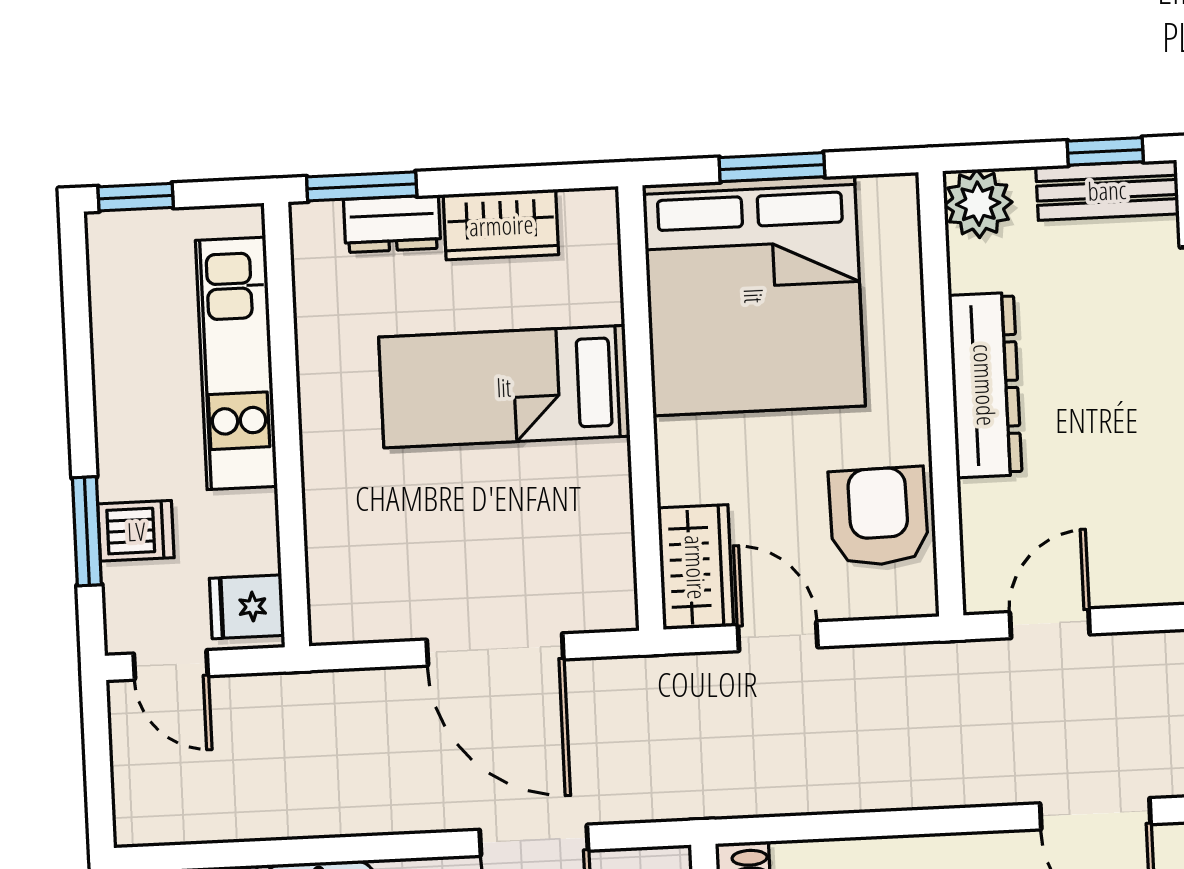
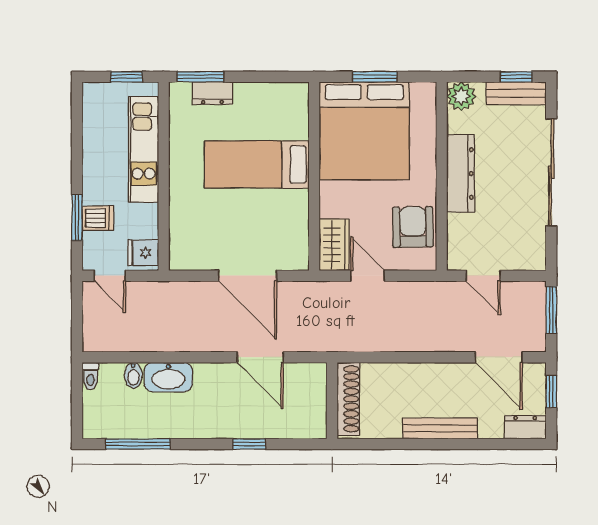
window: (136, 197) -> (127, 77), moved
wardrobe: (501, 225) -> (259, 96), removed
door: (1050, 623) -> (483, 276), swing flipped

